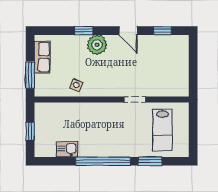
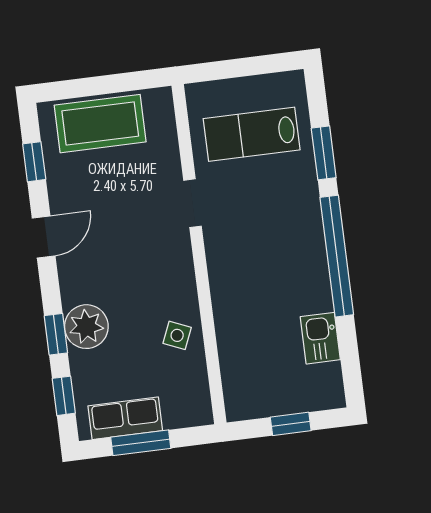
window: (56, 31) -> (64, 396), added
plant: (97, 45) -> (86, 327), moved
coffee table: (176, 62) -> (100, 124), added
window: (30, 75) -> (141, 443), moved
lab bench: (163, 130) -> (252, 134), turned 180

